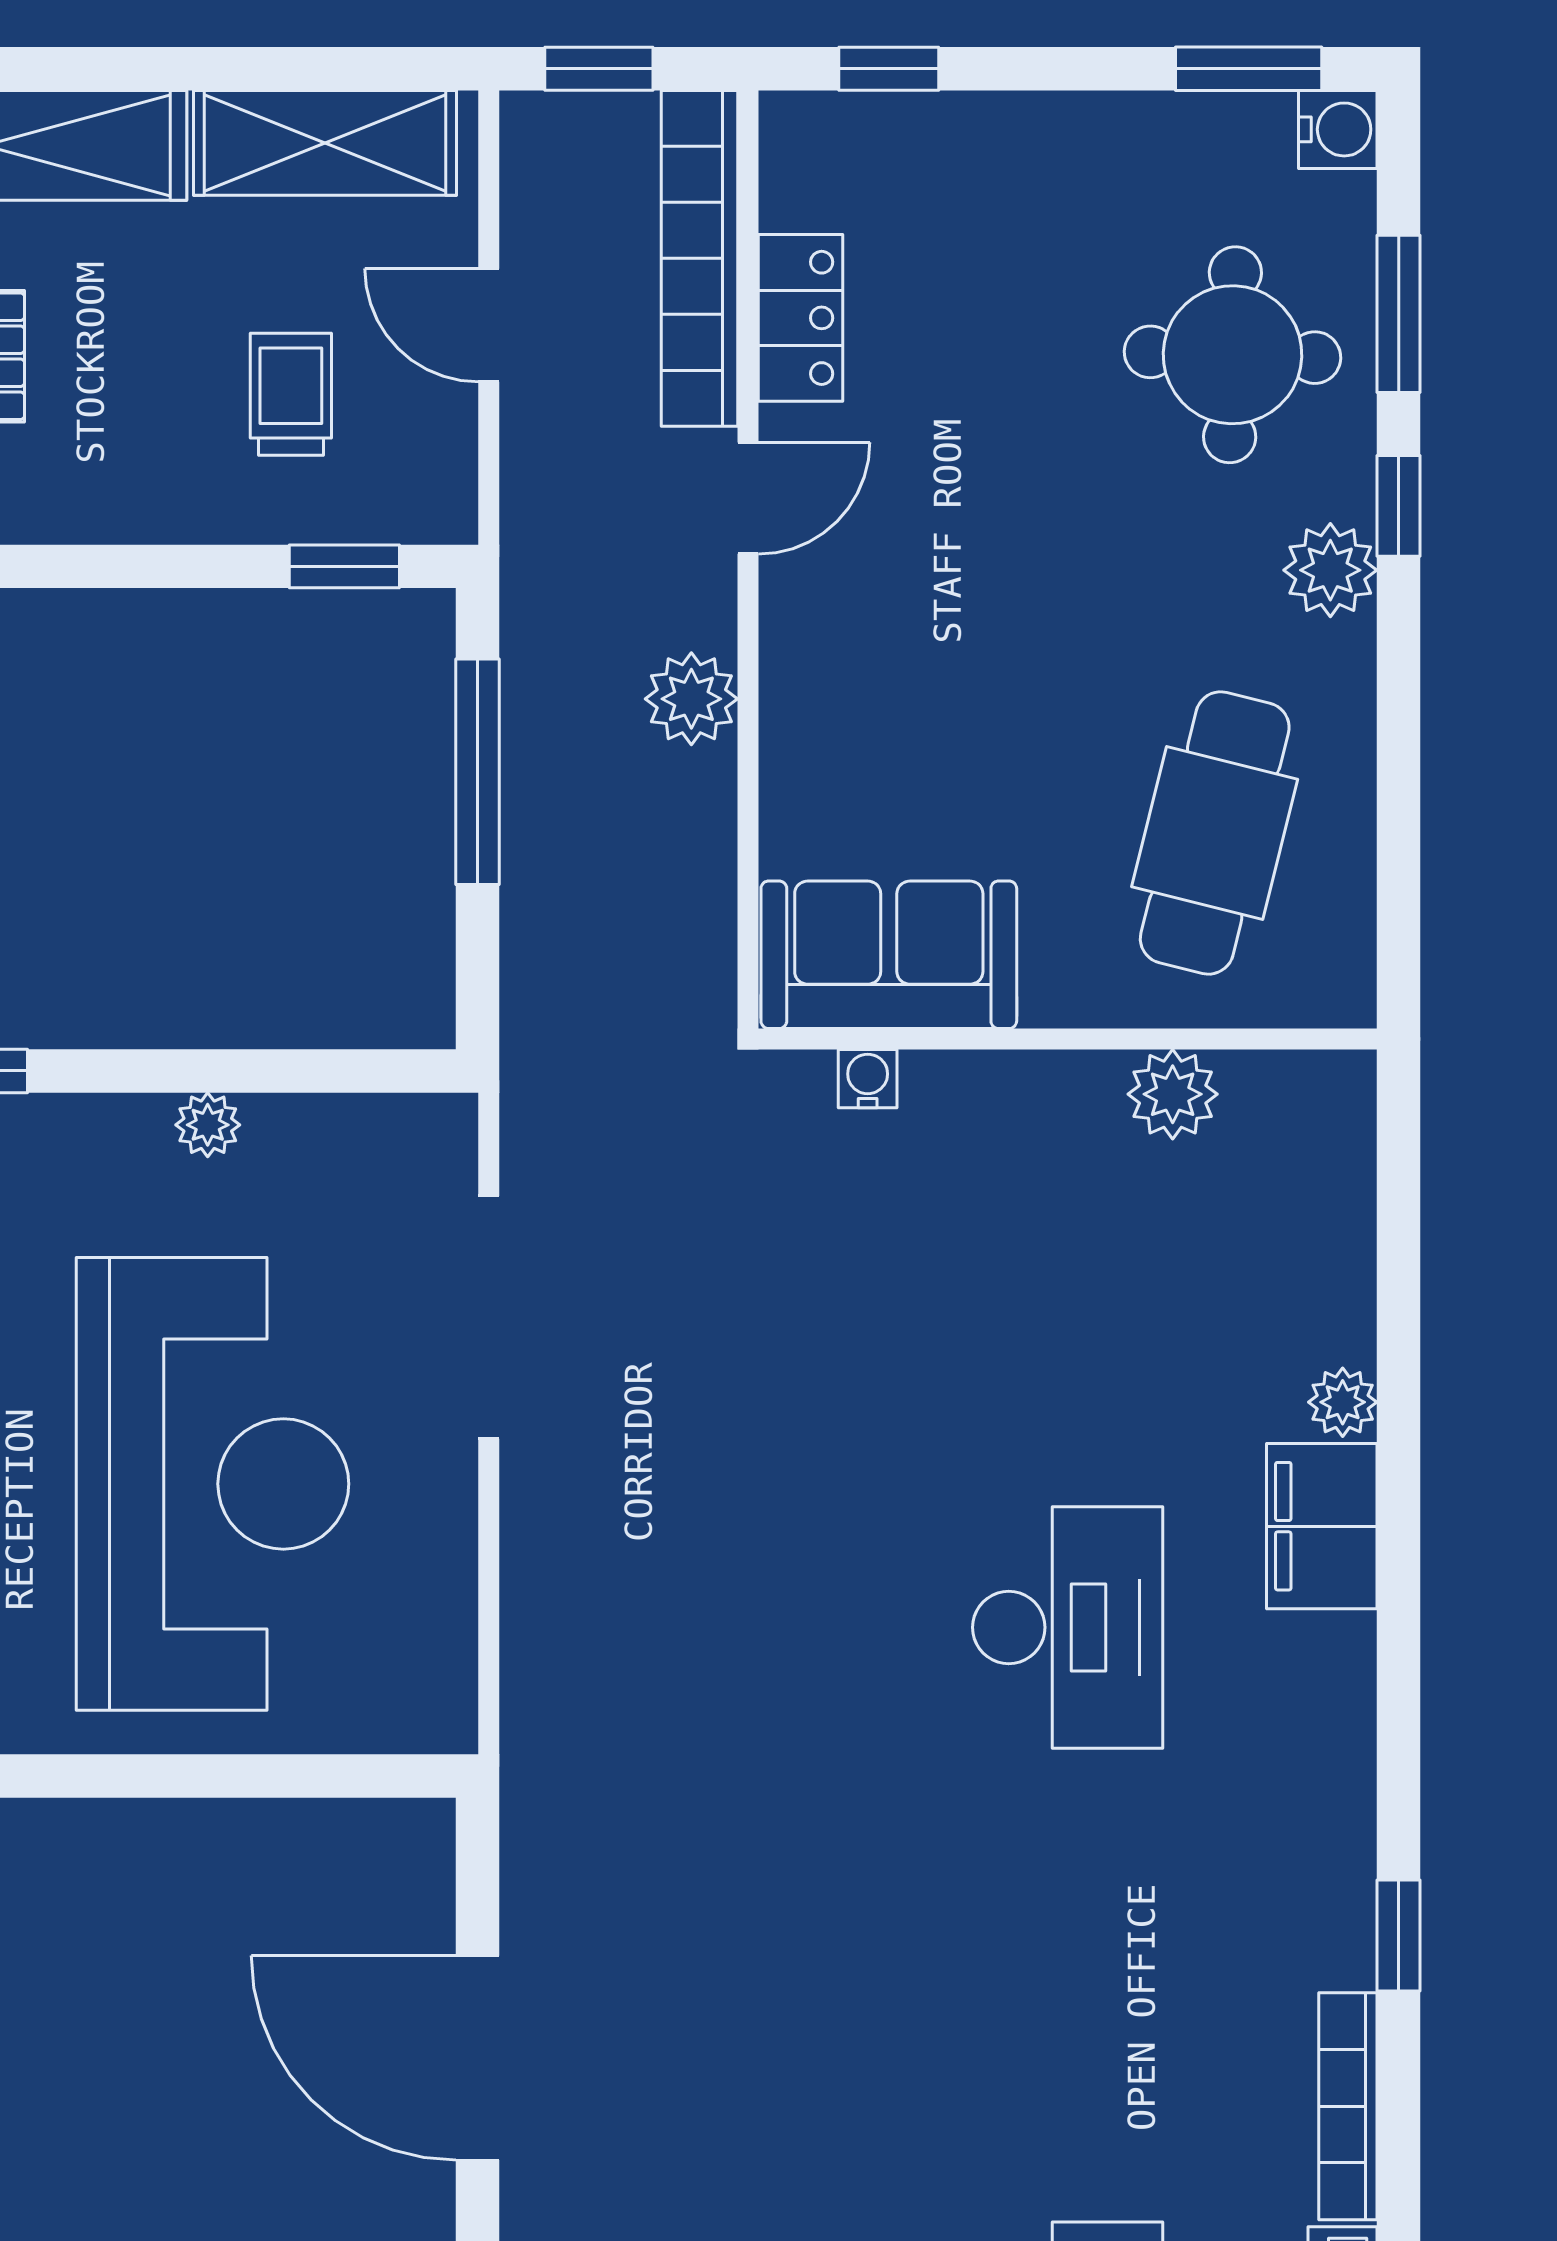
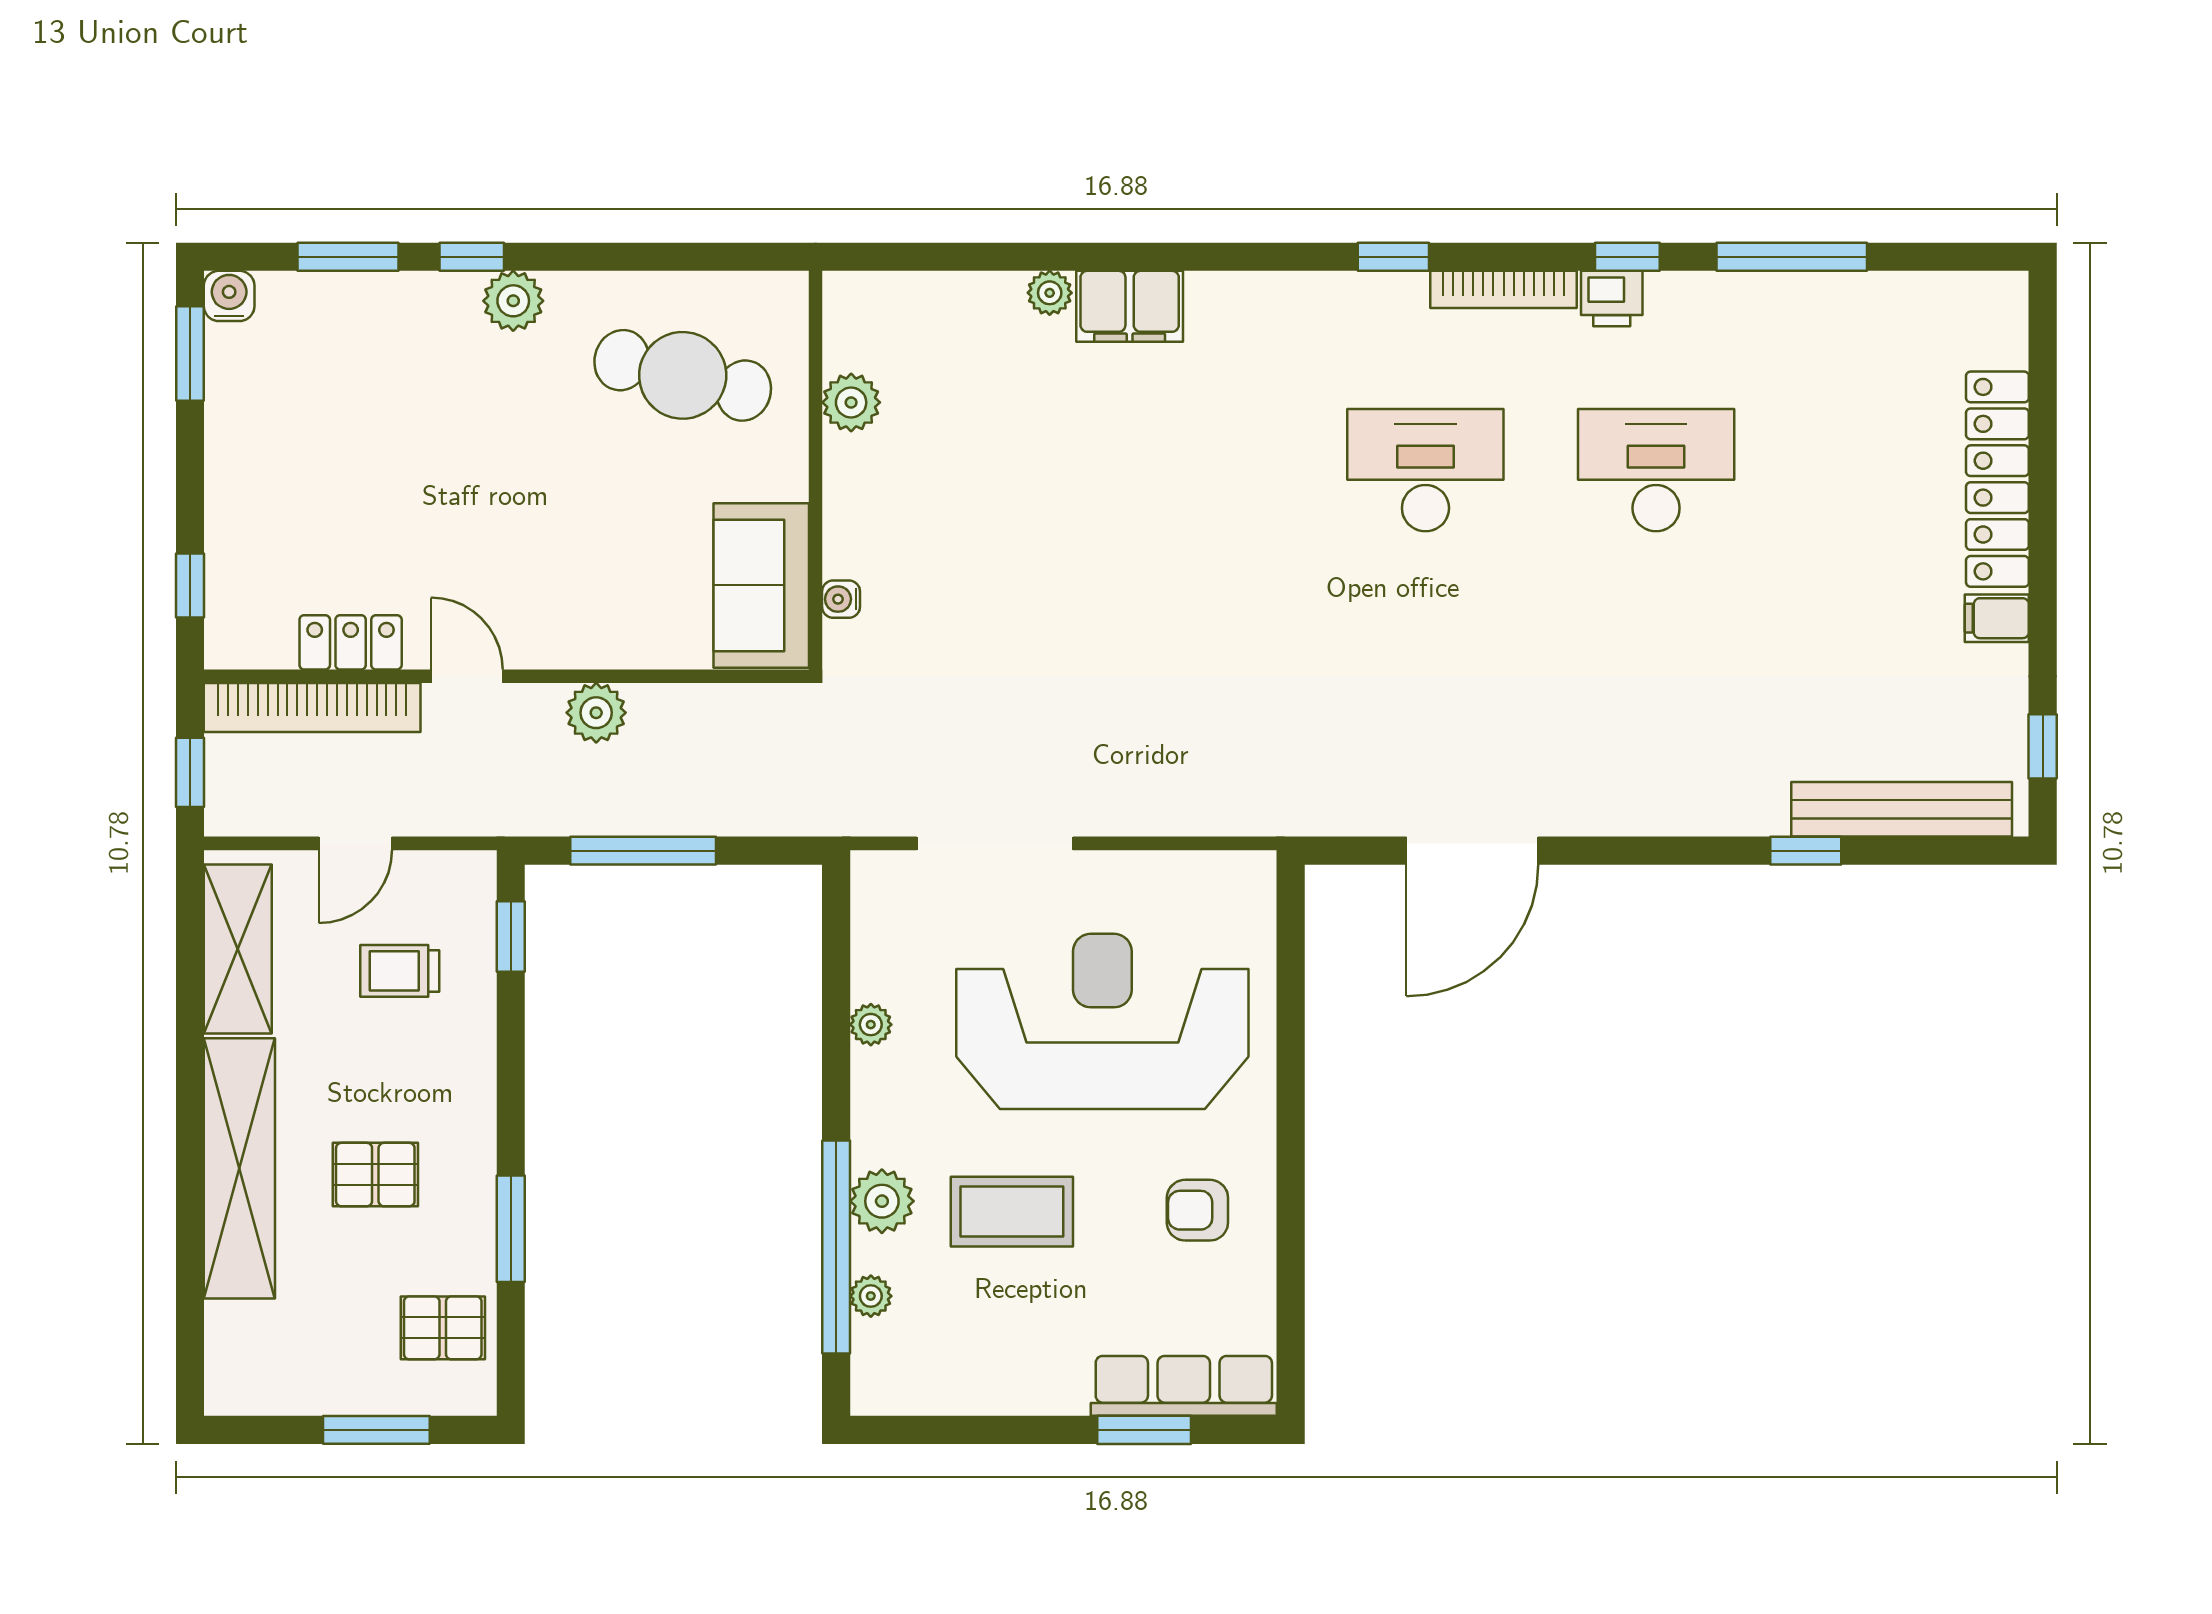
round table: (1233, 355) -> (374, 364), removed
desk: (1068, 1627) -> (1425, 470), moved

